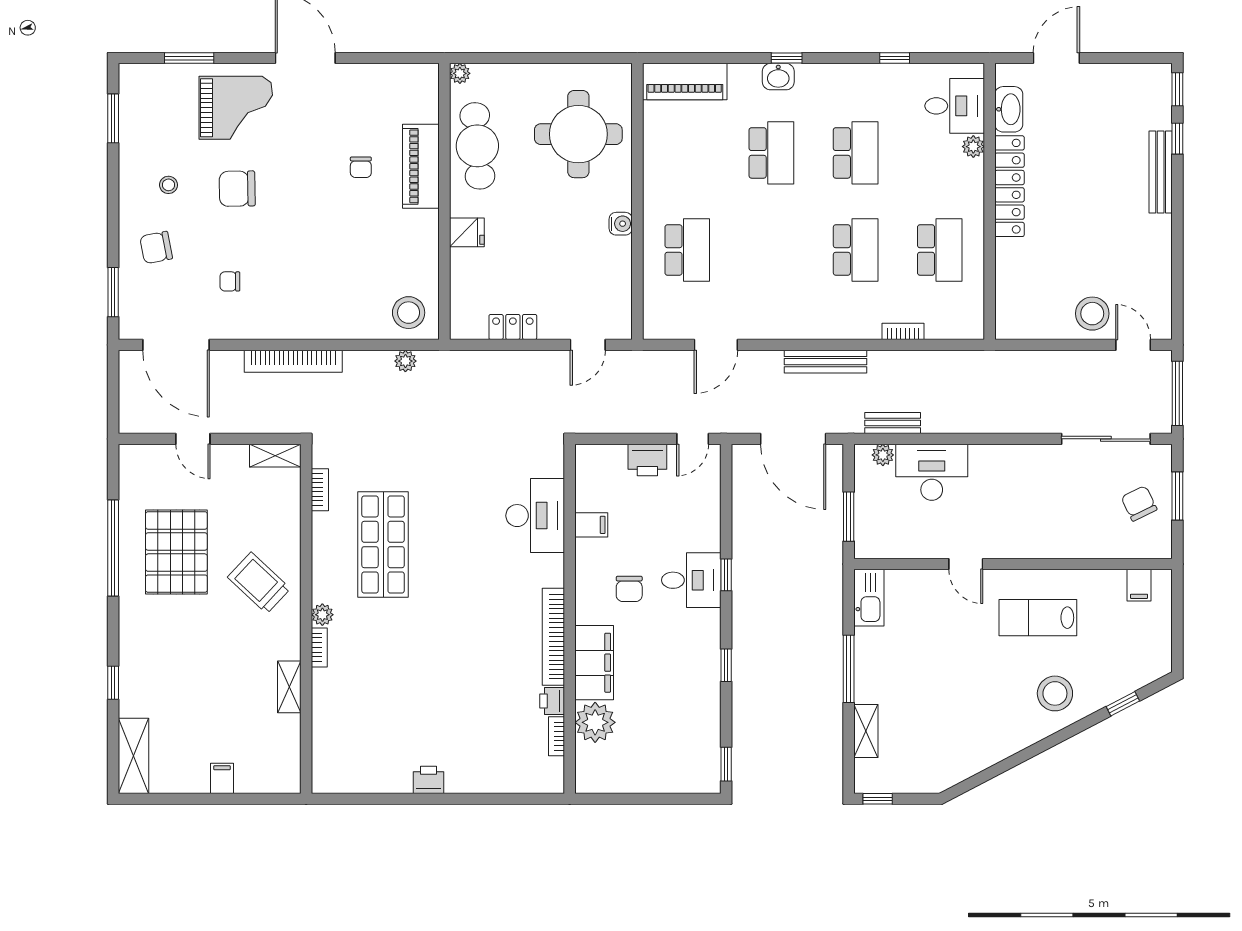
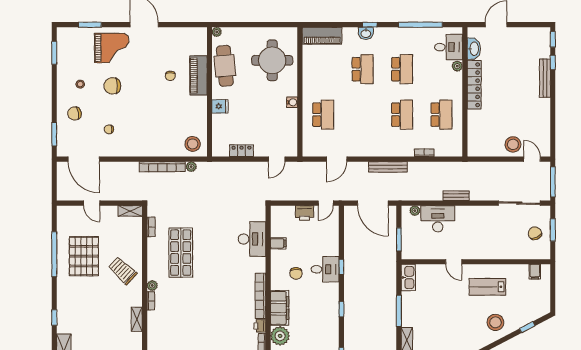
window: (895, 58) -> (420, 25), width x3.17
bookcase: (293, 361) -> (162, 167), moved
bench: (893, 423) -> (456, 196), moved

